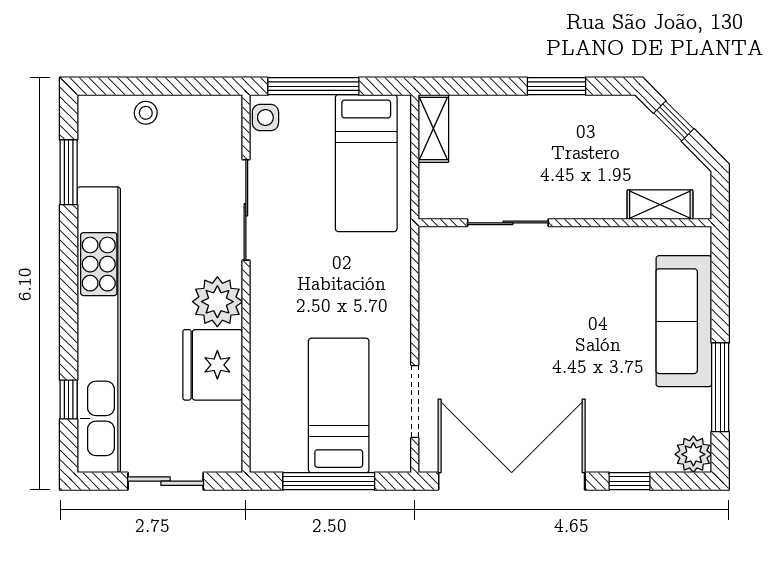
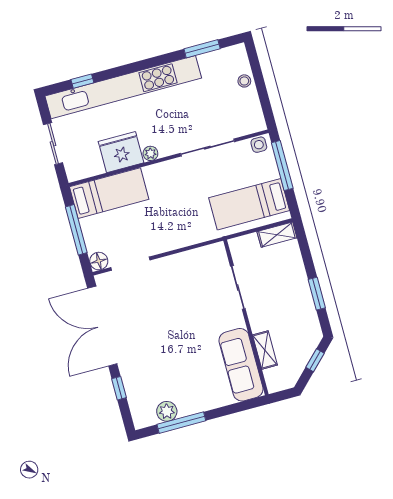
shelving: (660, 205) -> (265, 350), moved
plant: (217, 302) -> (150, 153), width x0.53, depth x0.53
sofa: (684, 321) -> (241, 365), moved, turned -90
bed: (339, 405) -> (109, 193), moved
plant: (693, 454) -> (167, 411), moved
floor lamp: (395, 456) -> (99, 261), added
double door: (512, 481) -> (102, 326), swing flipped

